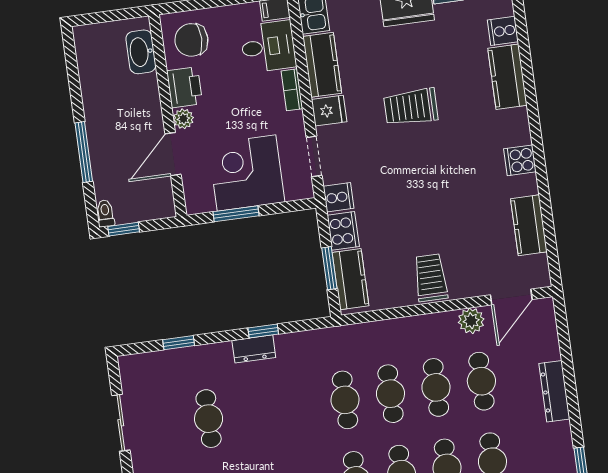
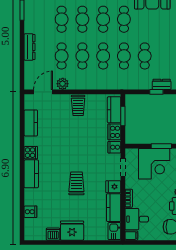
kitchen counter: (507, 77) -> (31, 174), moved
trolley: (411, 107) -> (76, 183), turned -90
cafe table: (300, 406) -> (145, 56), added

